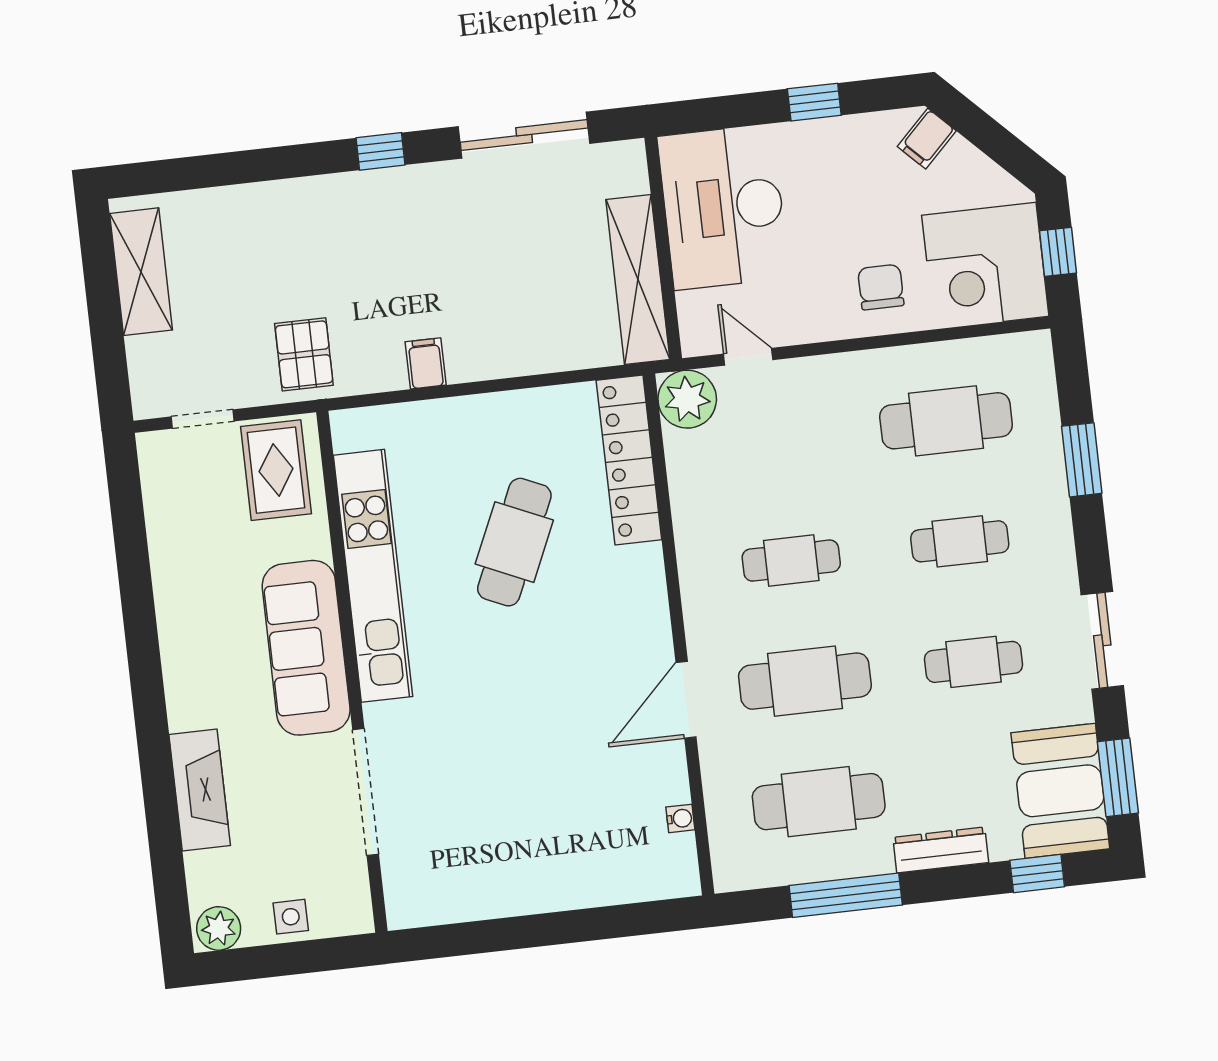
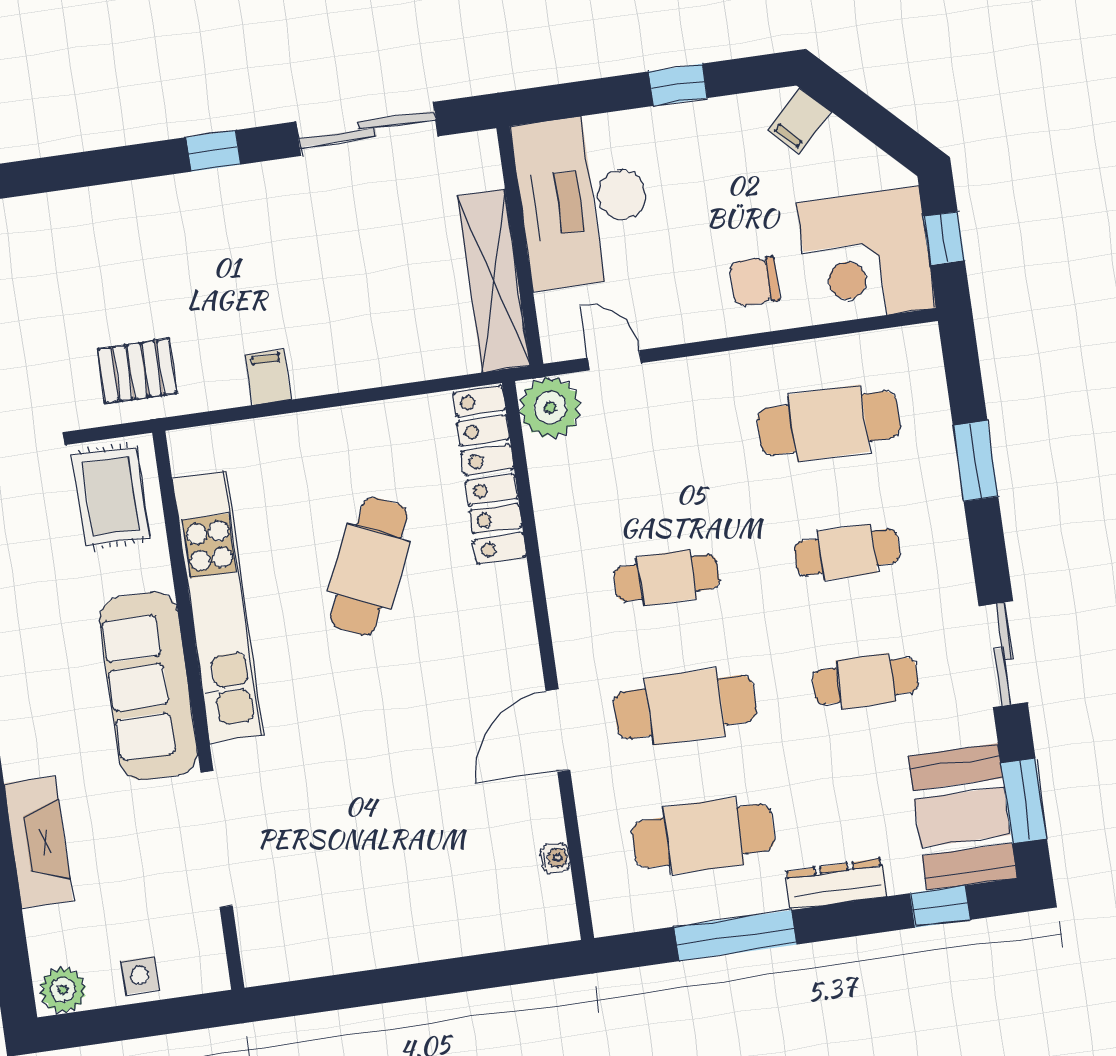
chair: (881, 287) -> (755, 281), turned -90
pallet: (304, 354) -> (137, 371), turned 90

